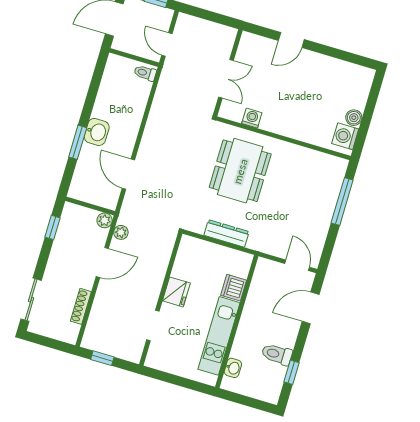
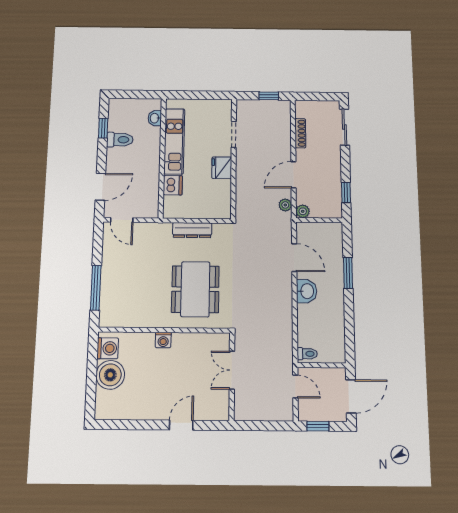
washing machine: (252, 118) -> (163, 340), moved
boiler: (354, 118) -> (110, 375), width x1.86, depth x1.86
washbasin: (97, 132) -> (307, 291), moved, turned 180

